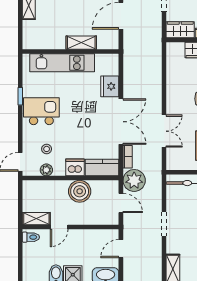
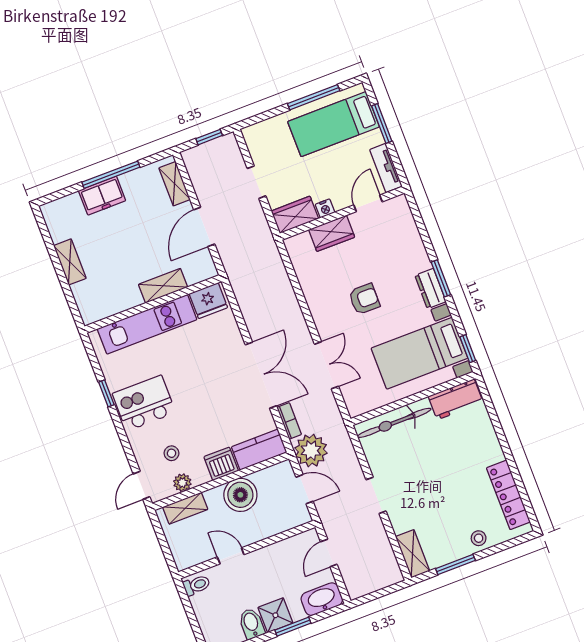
fridge: (110, 86) -> (208, 301), moved, turned -90
shelving: (36, 219) -> (185, 508), moved
door: (59, 227) -> (231, 556), swing flipped

